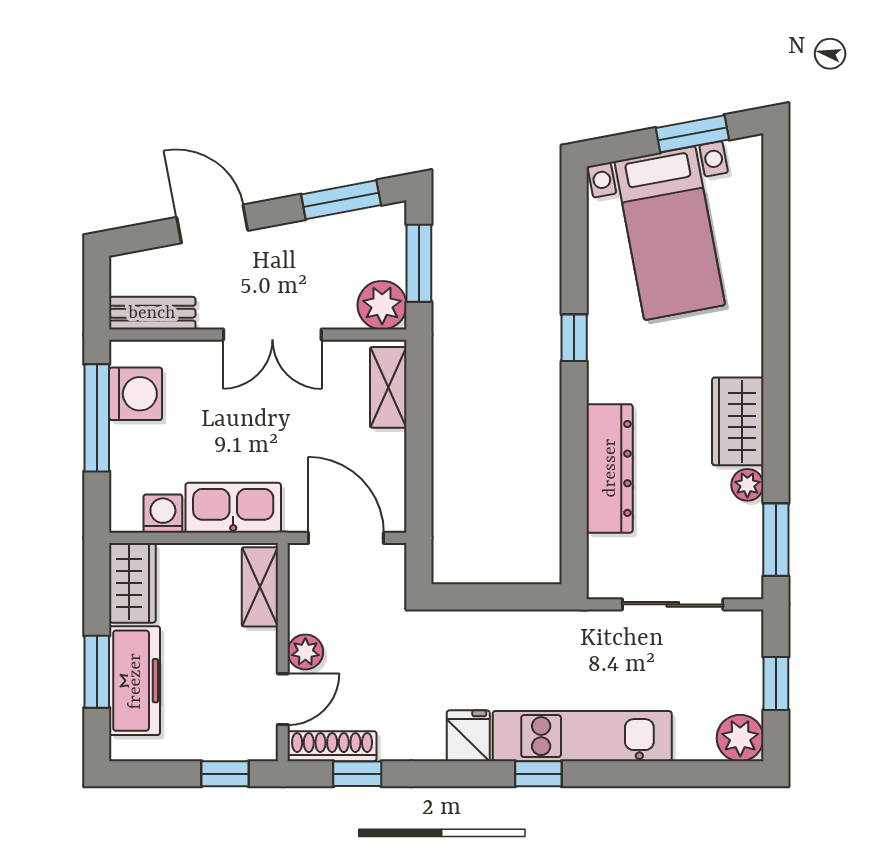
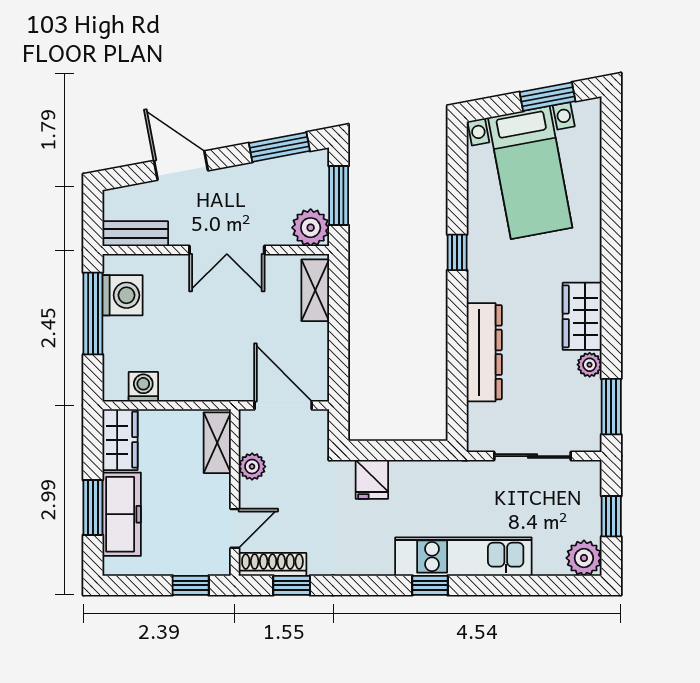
kitchen sink: (233, 508) -> (197, 382), removed
plant: (305, 652) -> (252, 467), moved
fridge: (468, 736) -> (372, 479), moved, turned 180

